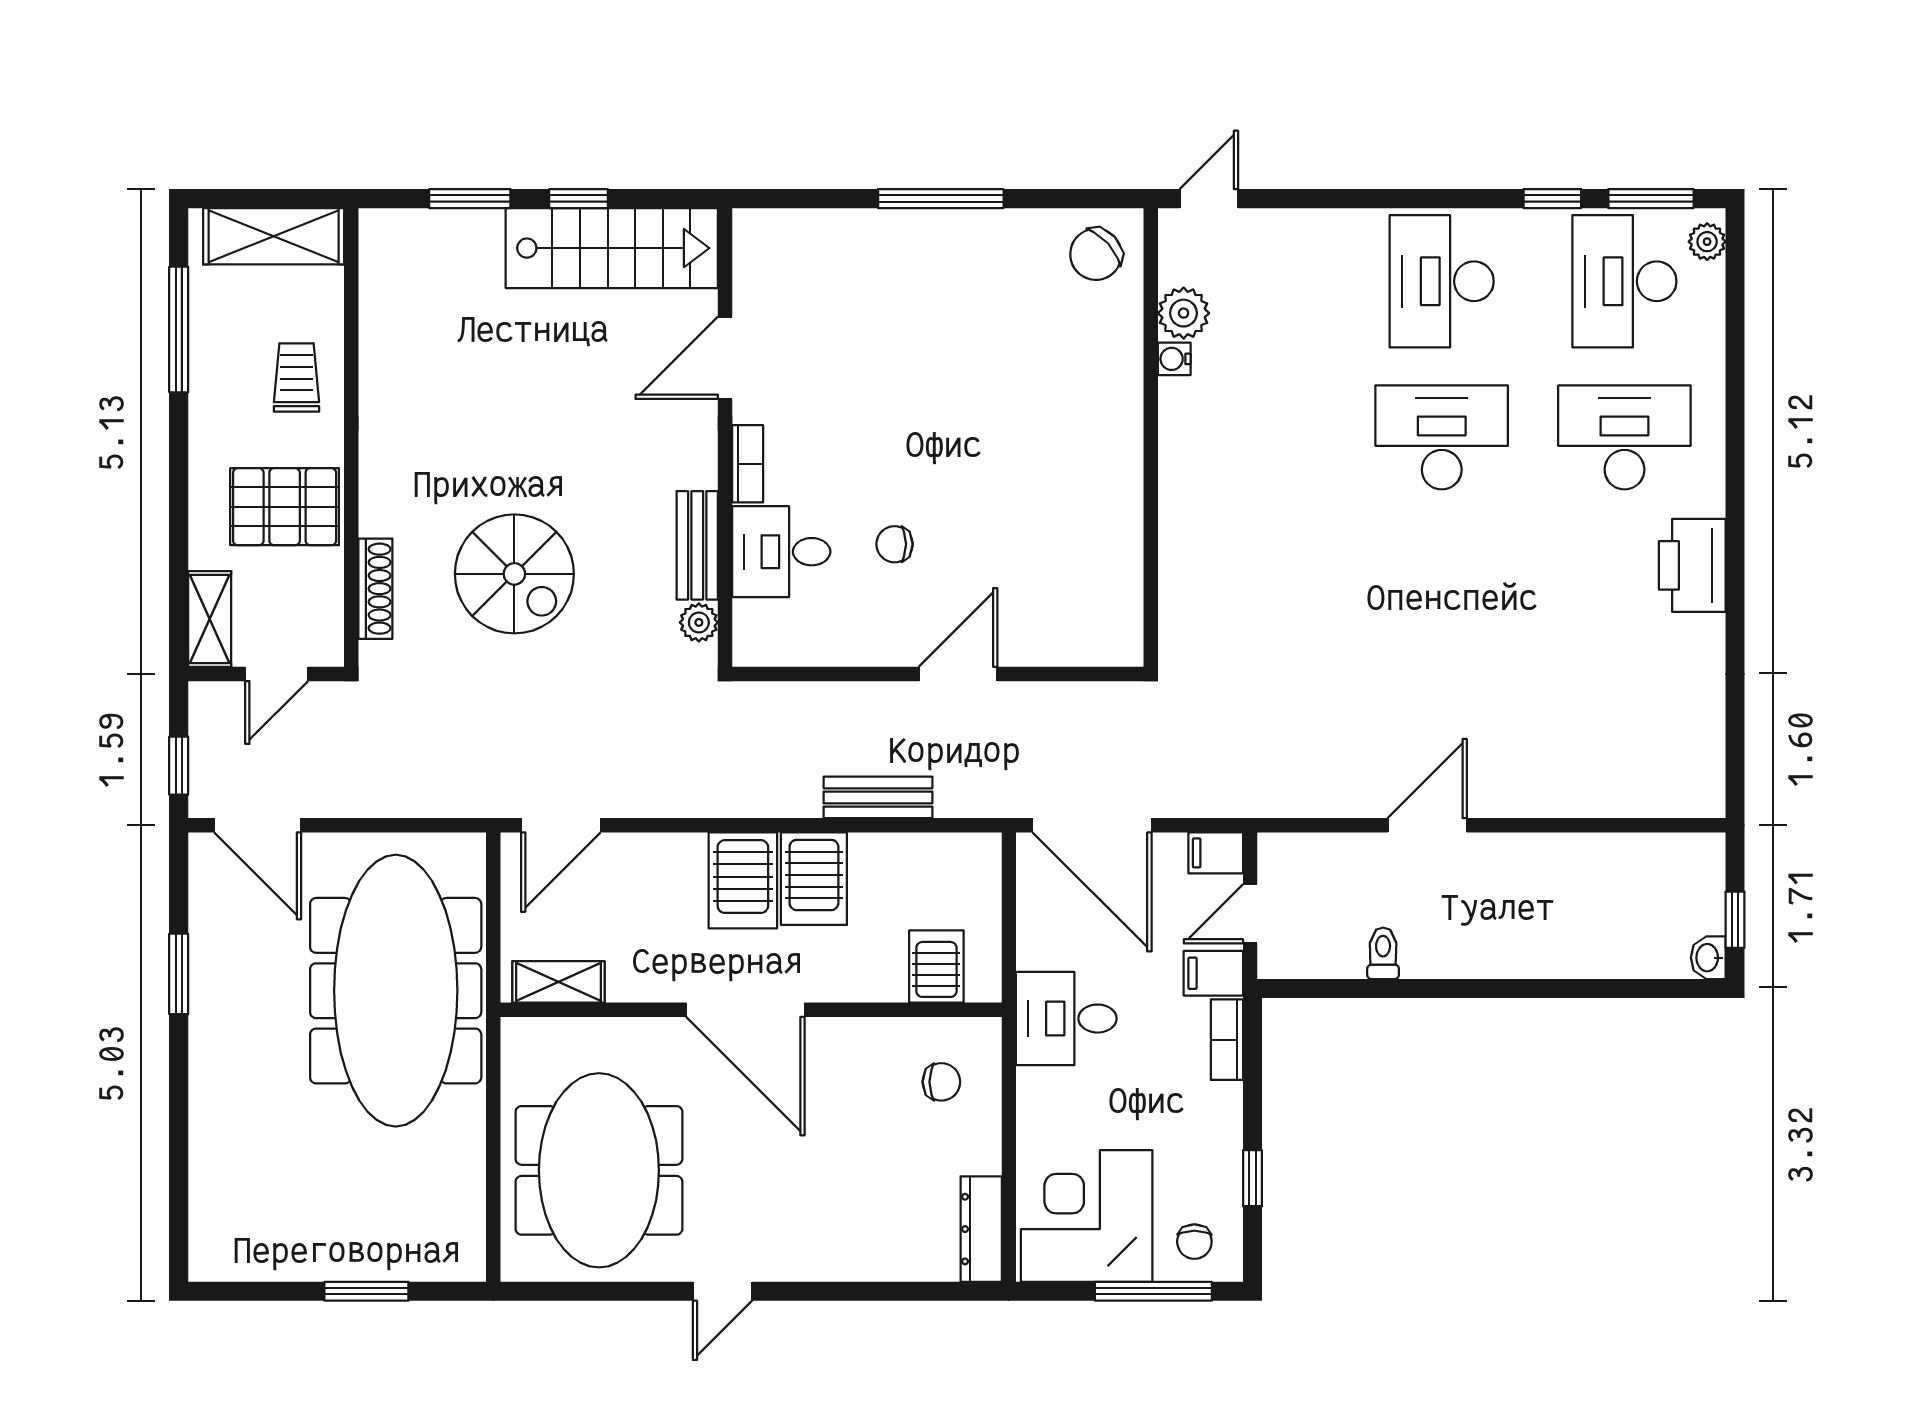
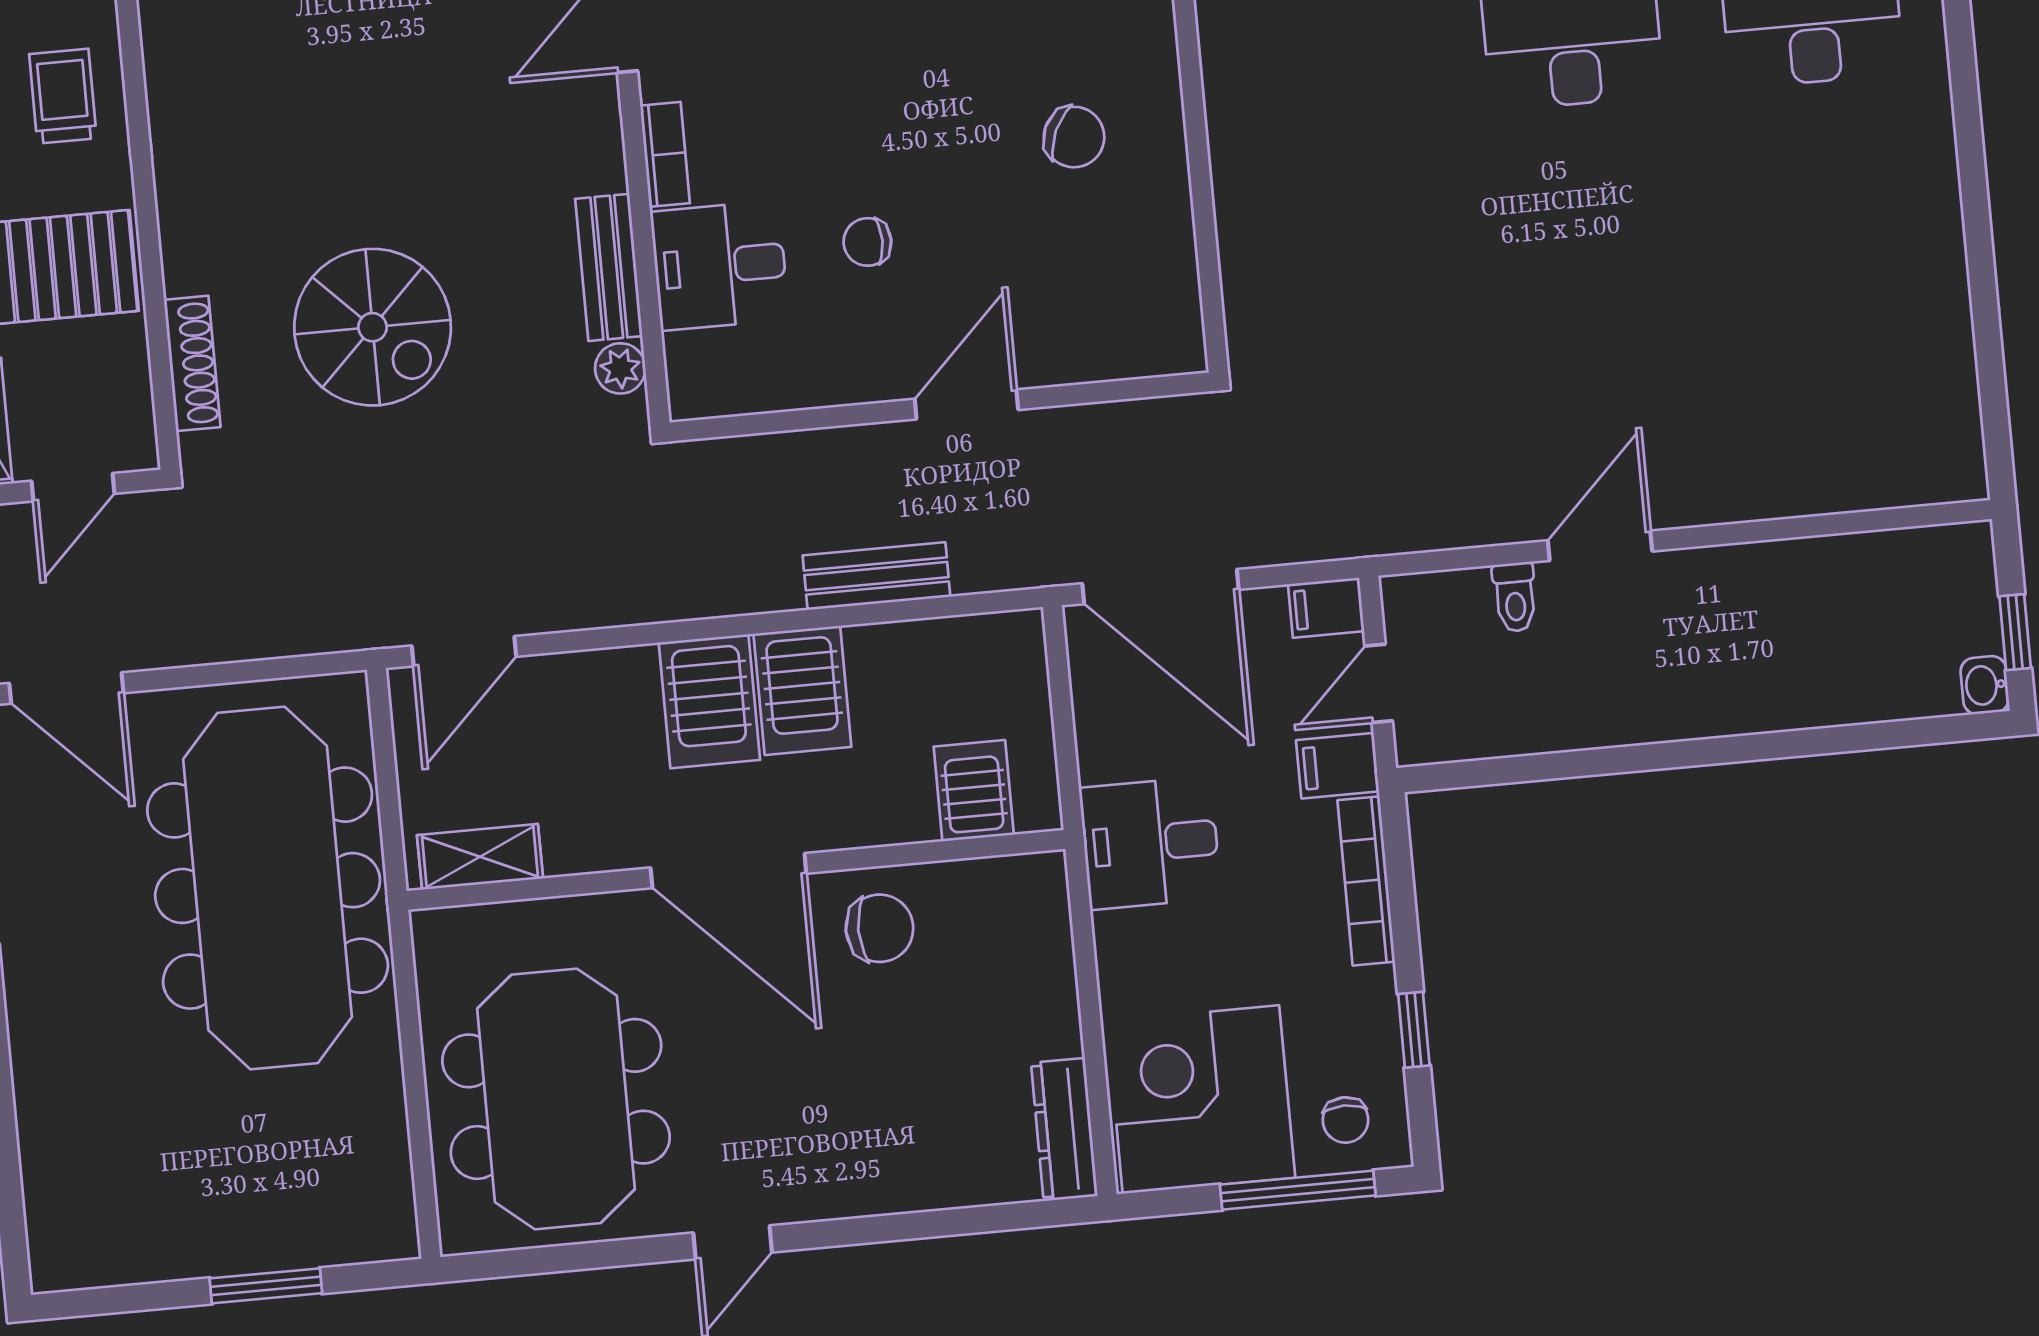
chair: (1058, 479) -> (1074, 137), added
printer: (1692, 565) -> (1916, 173), removed
toilet: (1383, 953) -> (1515, 597), moved, turned 180
bookcase: (1227, 1040) -> (1366, 881), width x1.56
chair: (941, 1082) -> (880, 928), moved, width x1.37, depth x1.37

